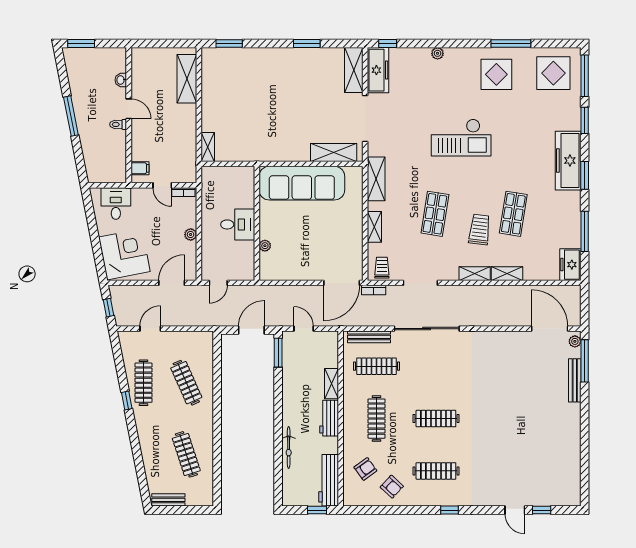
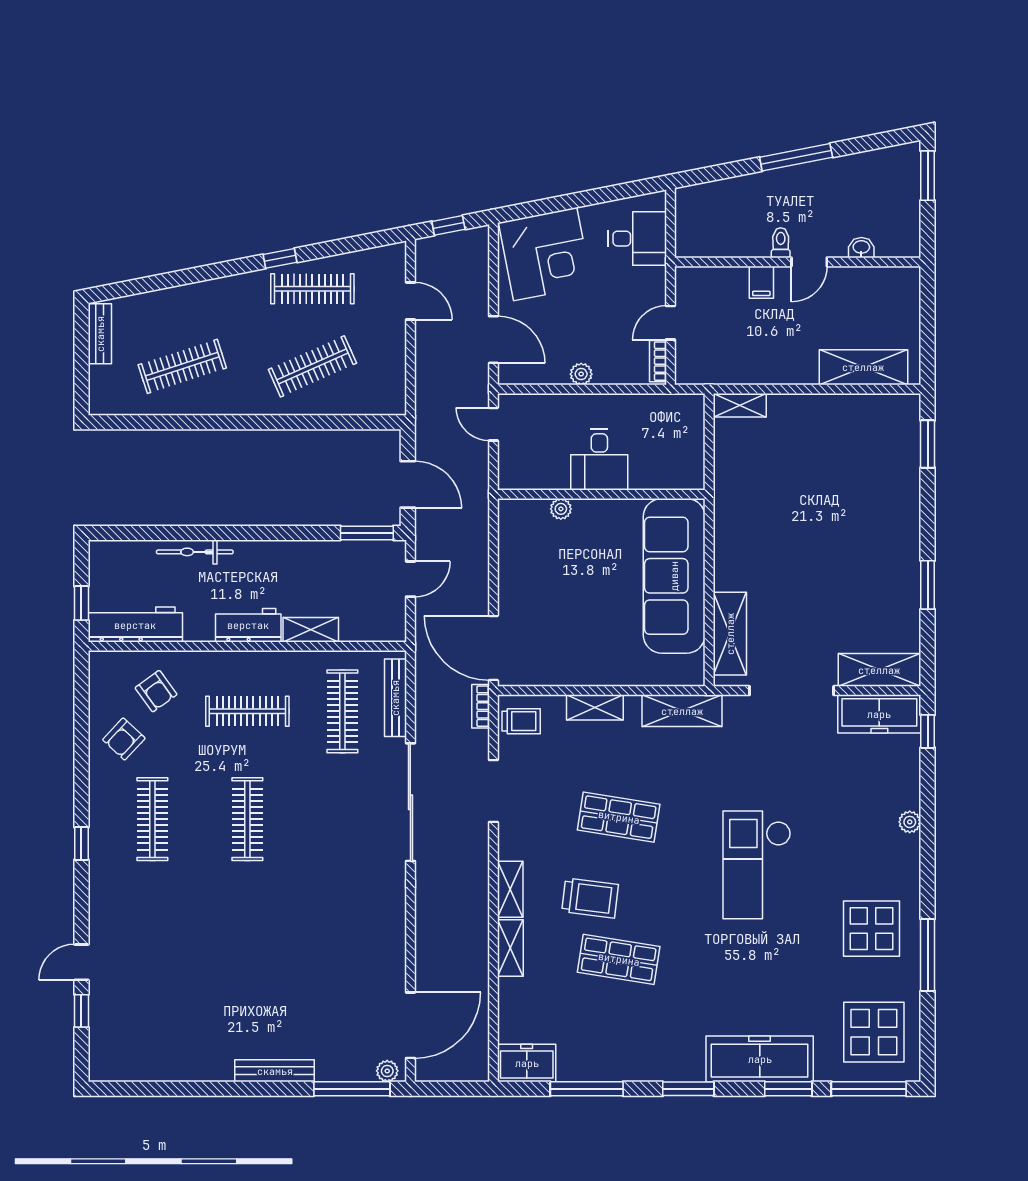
freezer: (568, 161) -> (760, 1059), moved
filing cabinet: (140, 168) -> (761, 282), moved
bench: (575, 380) -> (275, 1071), moved

